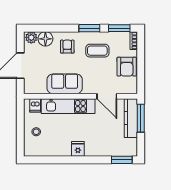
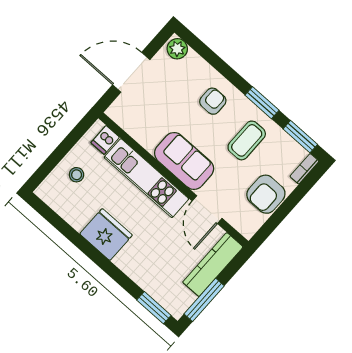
floor lamp: (45, 39) -> (194, 67), removed
coffee table: (97, 51) -> (247, 140), turned 90
sofa: (65, 84) -> (184, 161), moved
window: (141, 118) -> (204, 300), moved
fridge: (78, 149) -> (106, 234), width x1.88, depth x1.34

